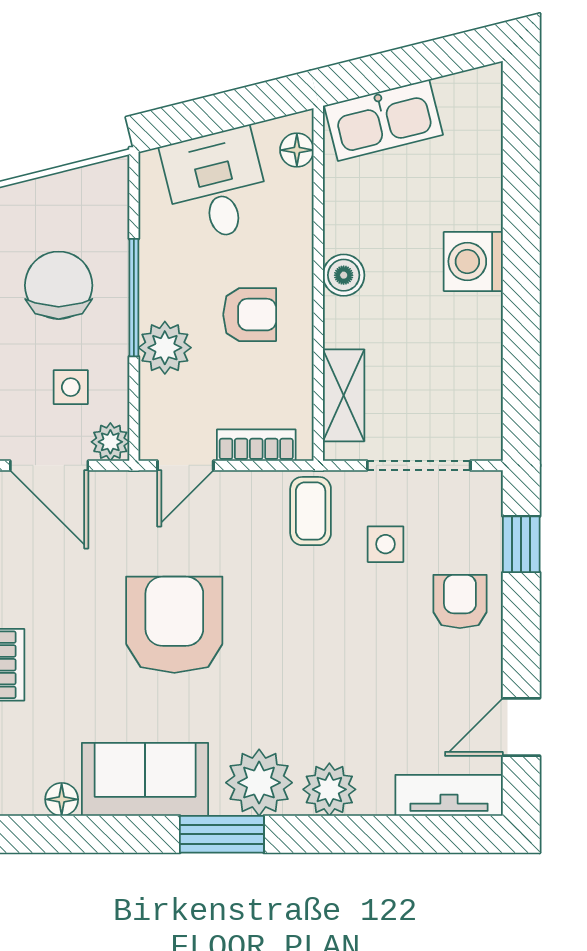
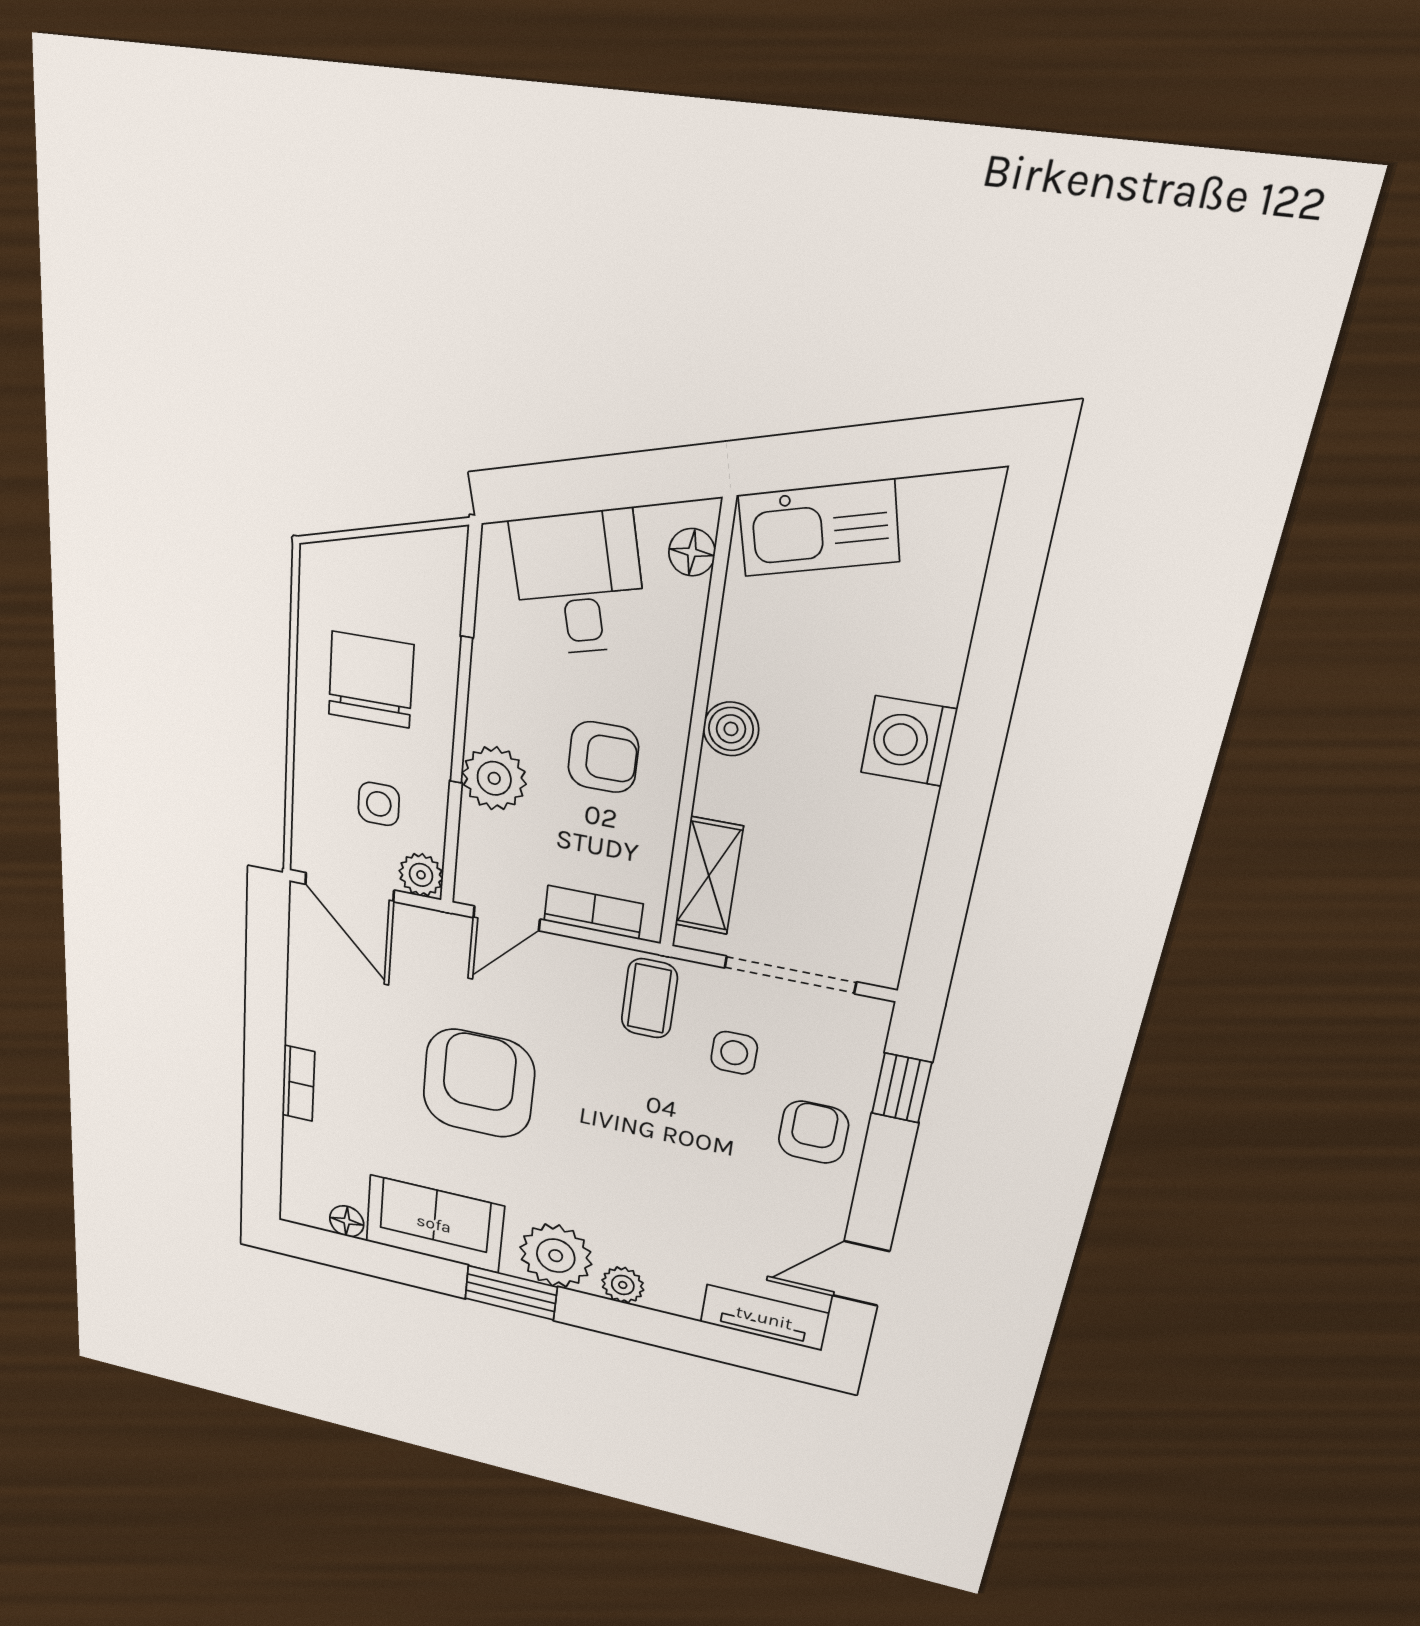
plant: (329, 789) -> (623, 1285), width x0.73, depth x0.73

